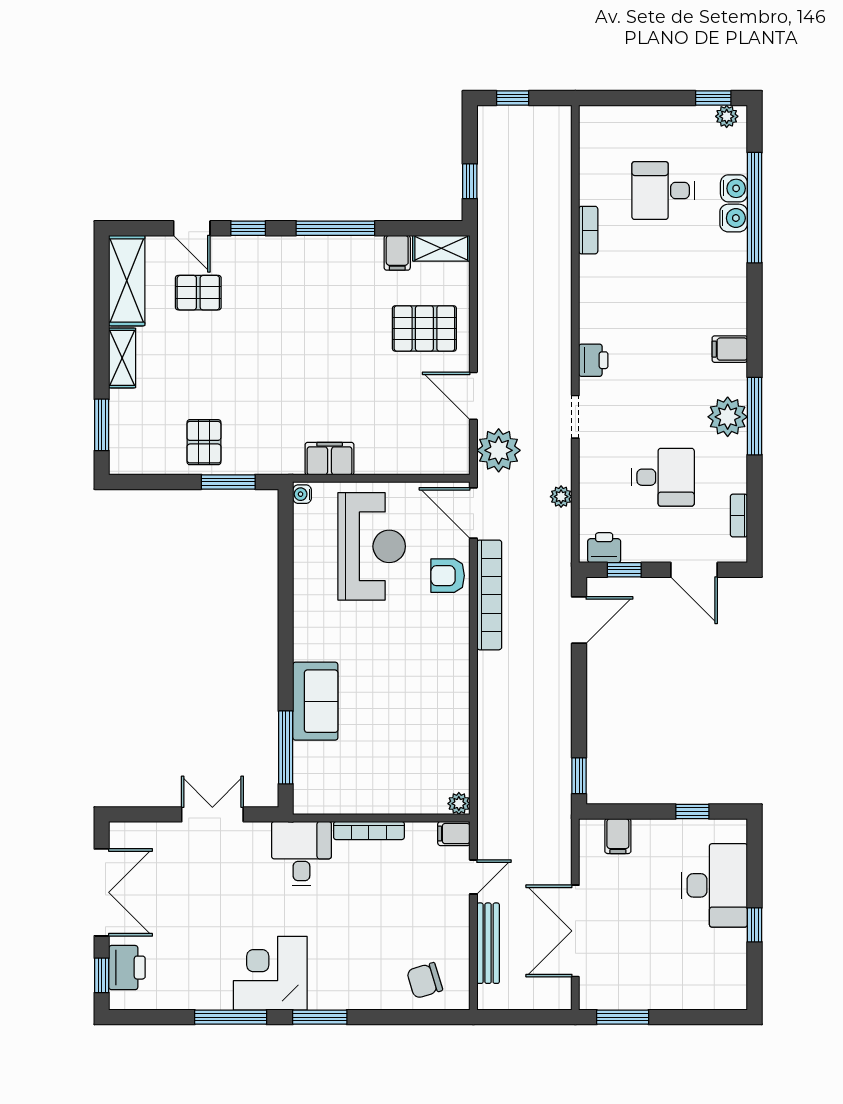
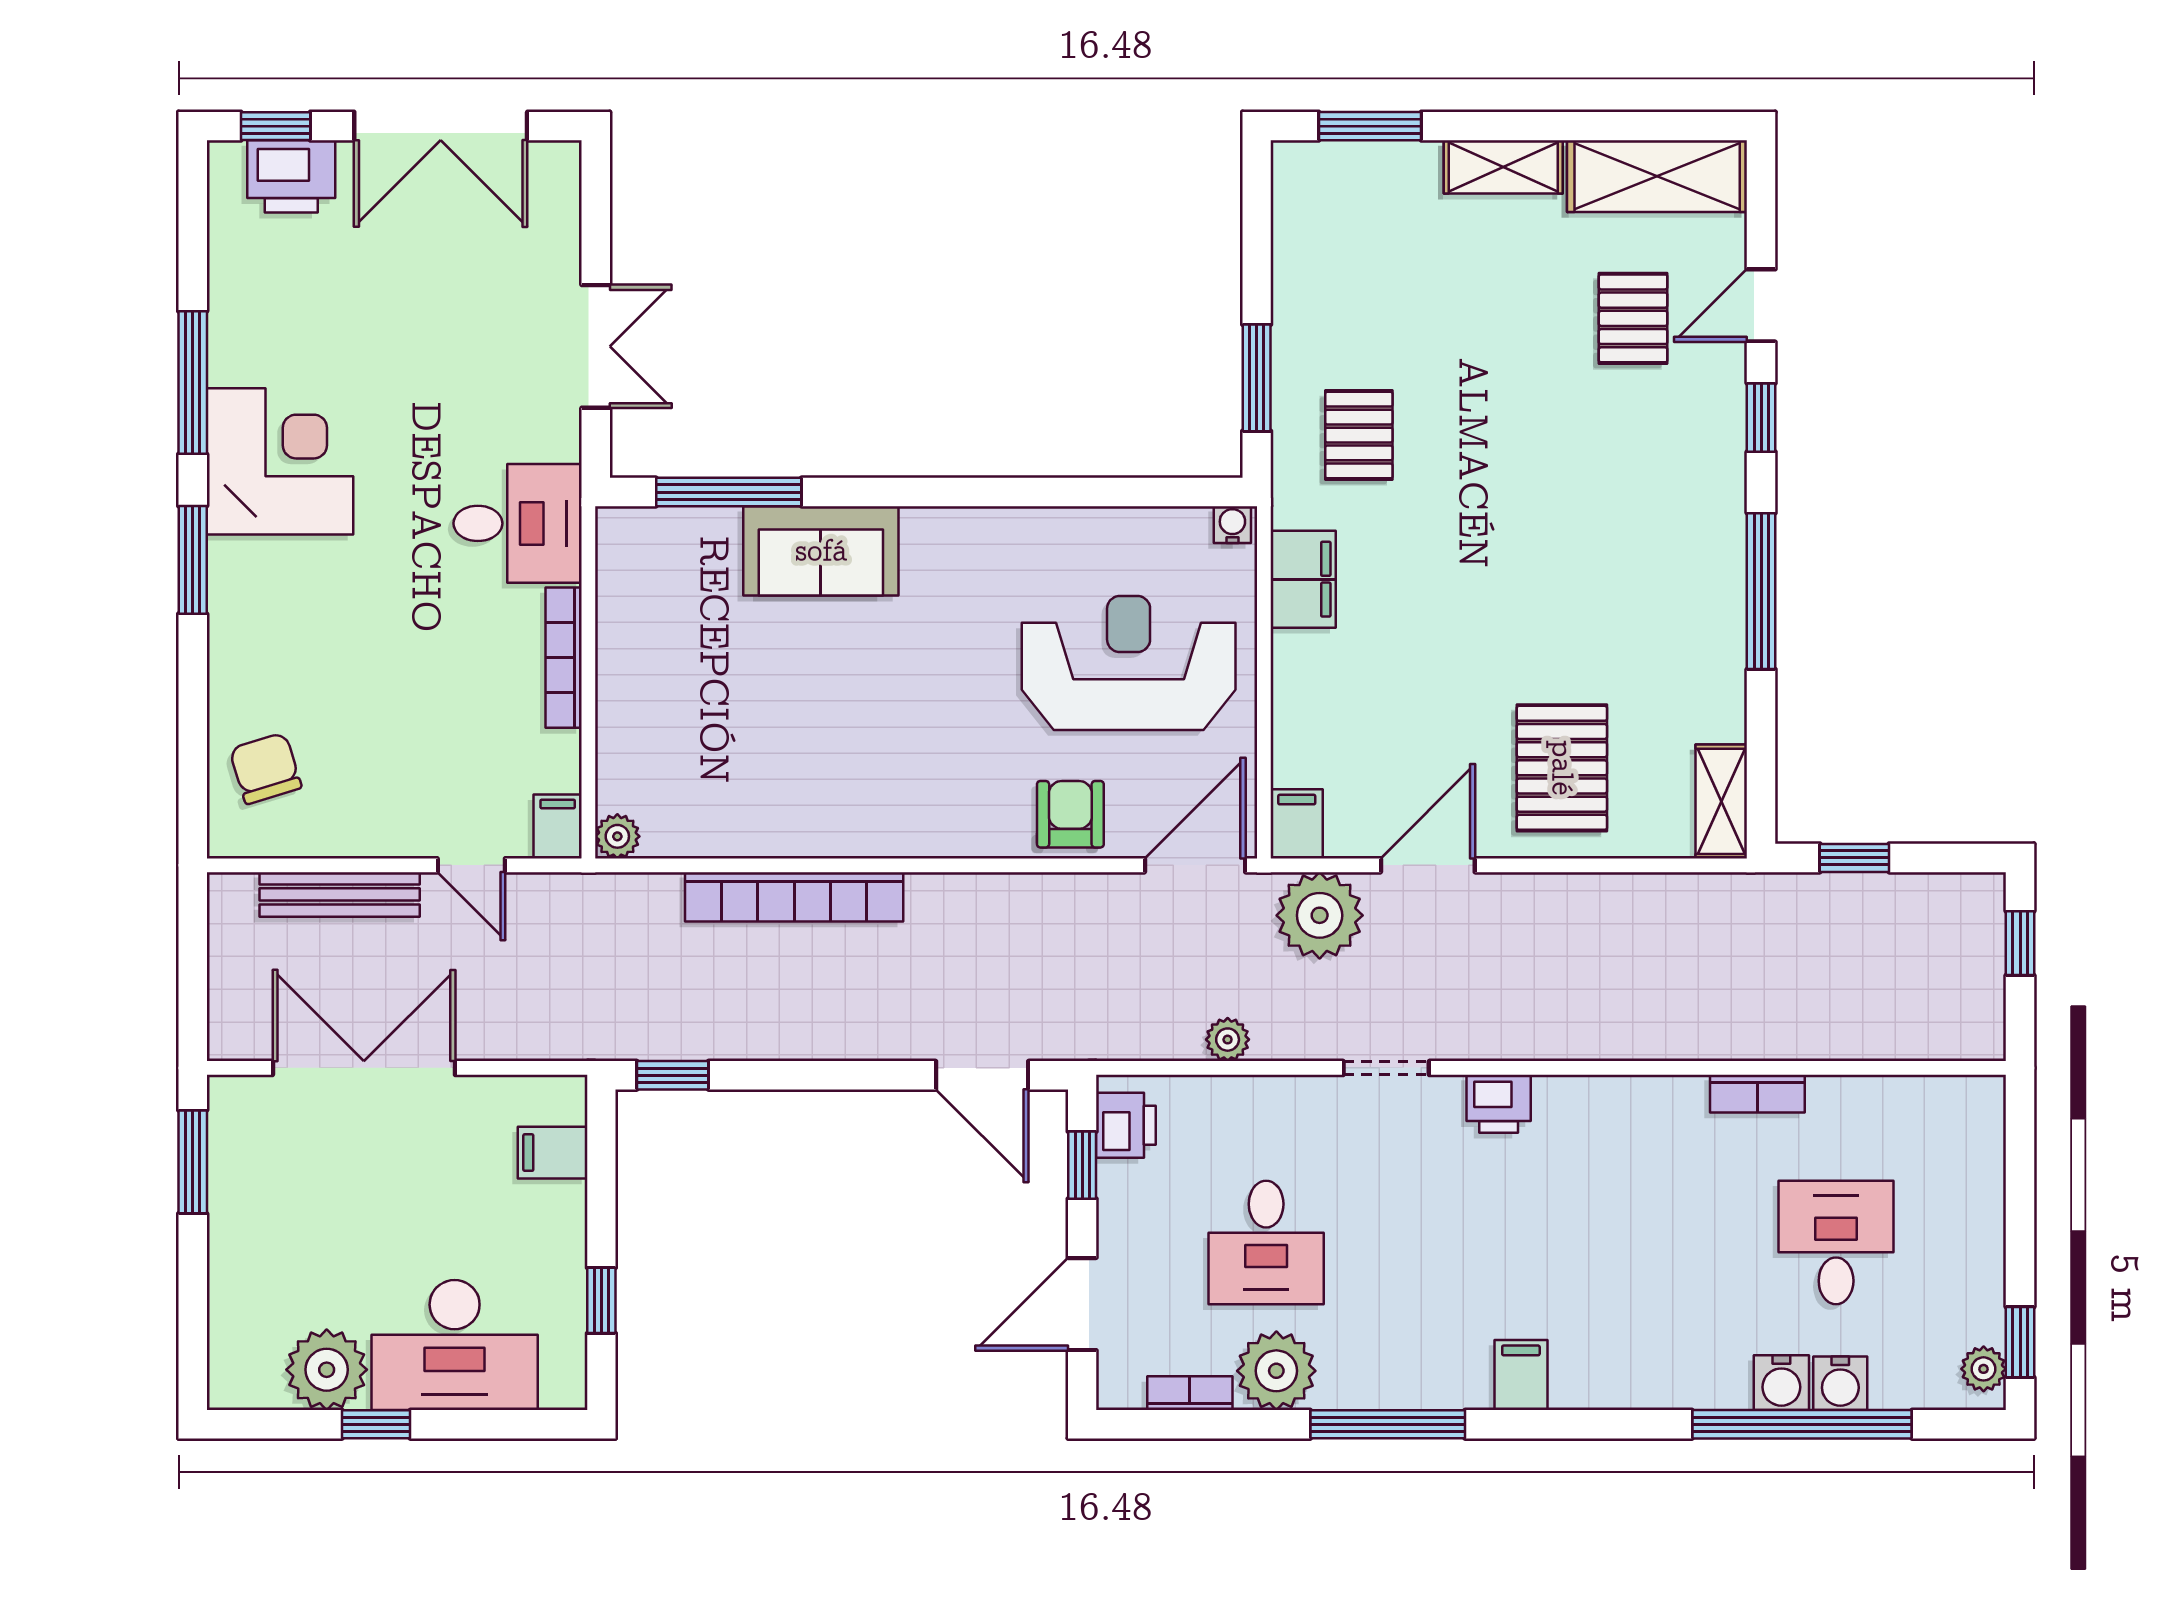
filing cabinet: (397, 253) -> (1297, 824), moved, turned 90
plant: (728, 417) -> (1276, 1371), moved
pallet: (204, 442) -> (1359, 435), moved, turned 90
reception desk: (372, 546) -> (1129, 663), turned 180
bookcase: (489, 595) -> (794, 897), moved
plant: (727, 950) -> (327, 1370), added

